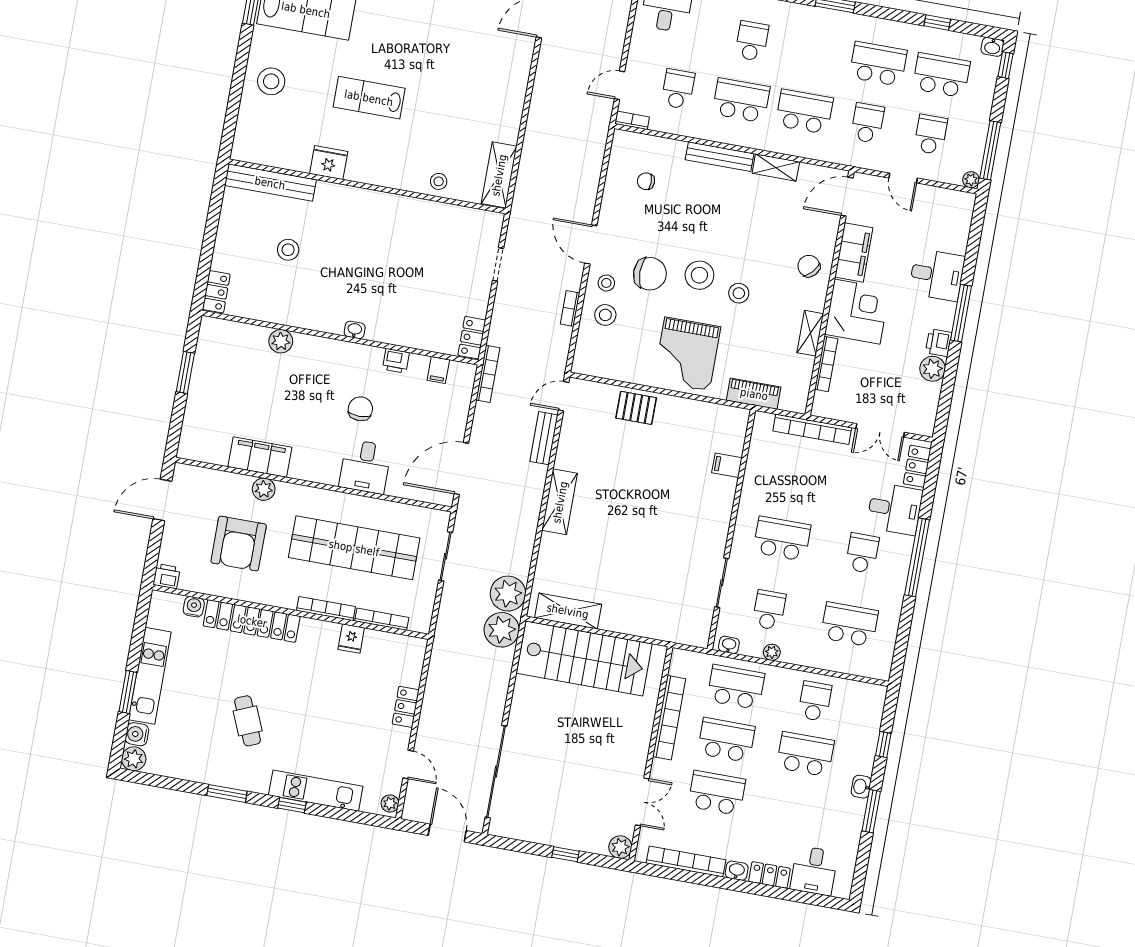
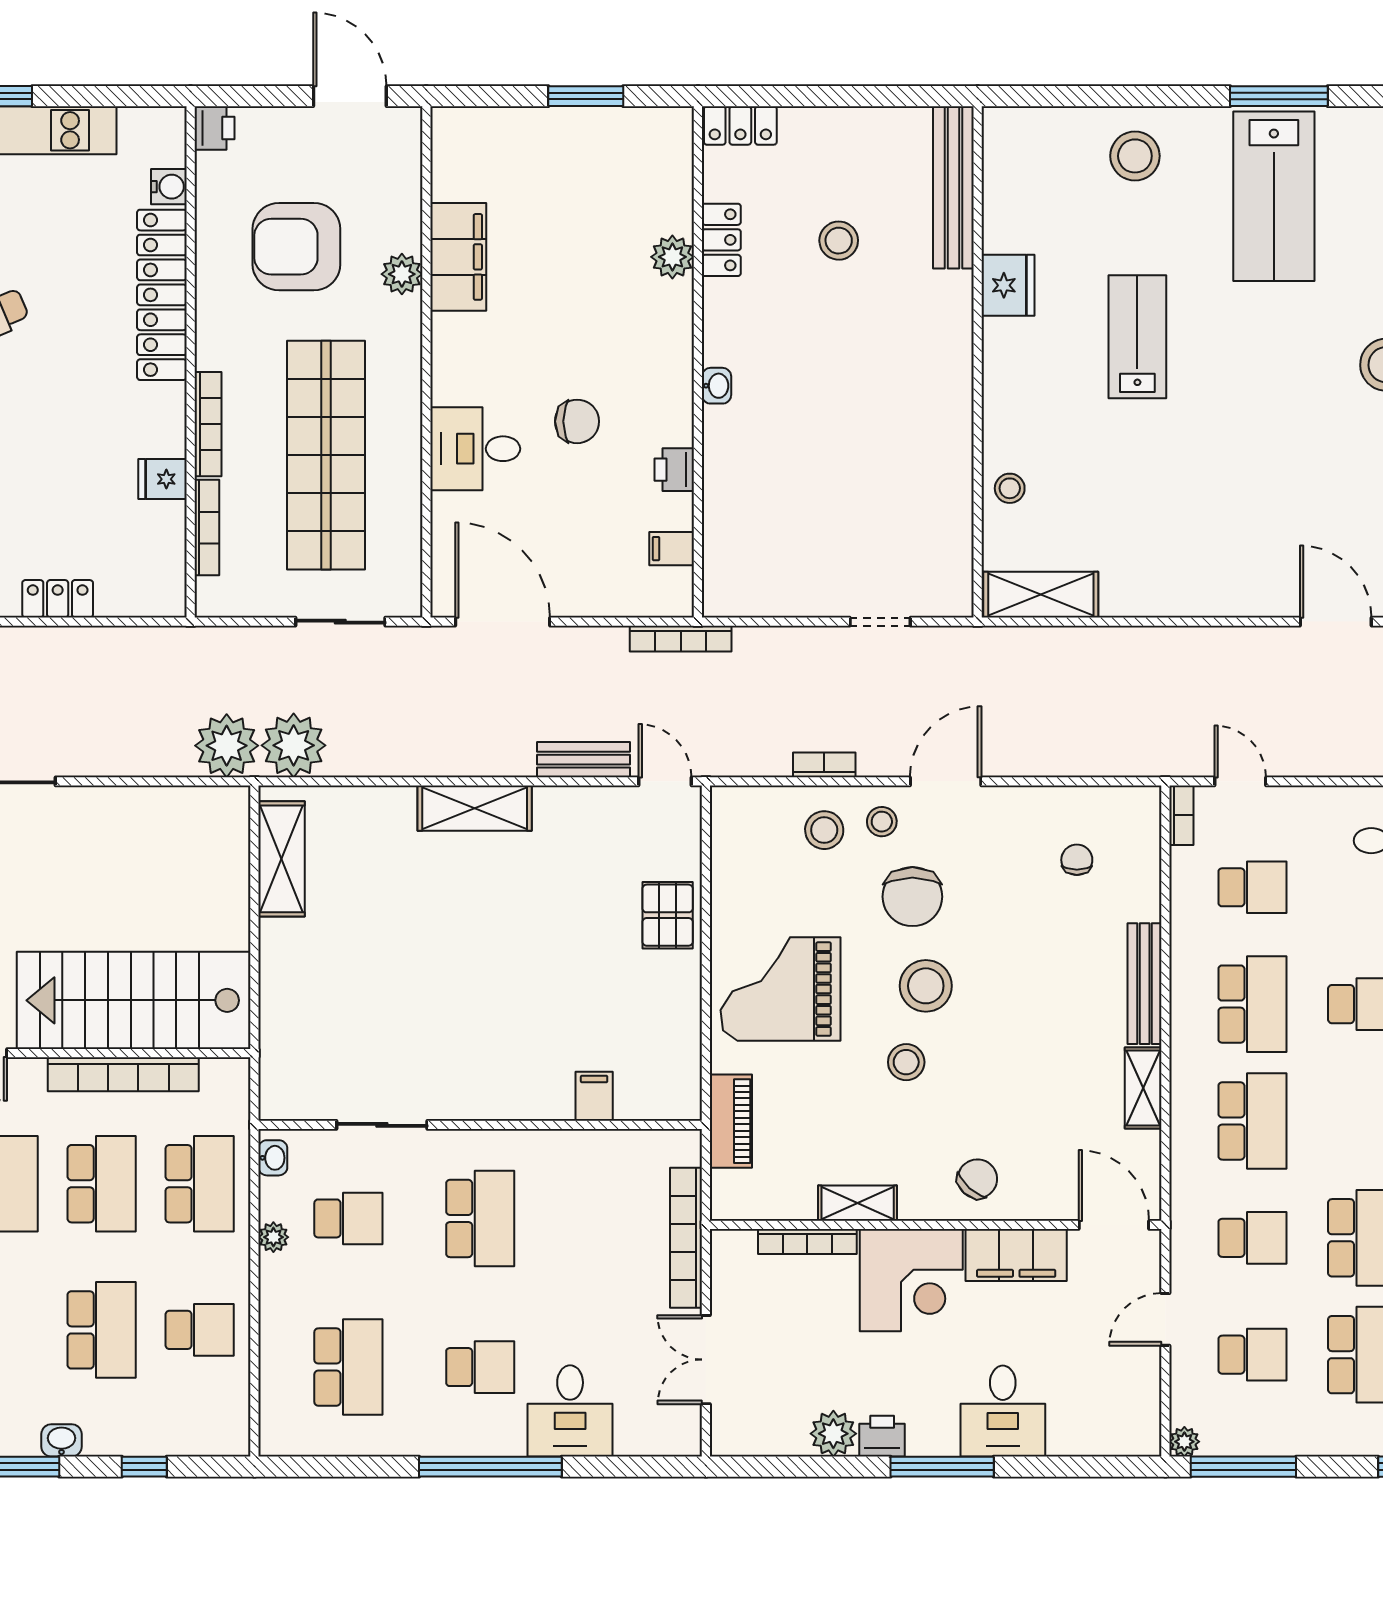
locker: (472, 338) -> (721, 240), moved, turned 90
locker: (917, 466) -> (654, 1437), removed
stairs: (584, 659) -> (134, 1000), moved, turned 90

